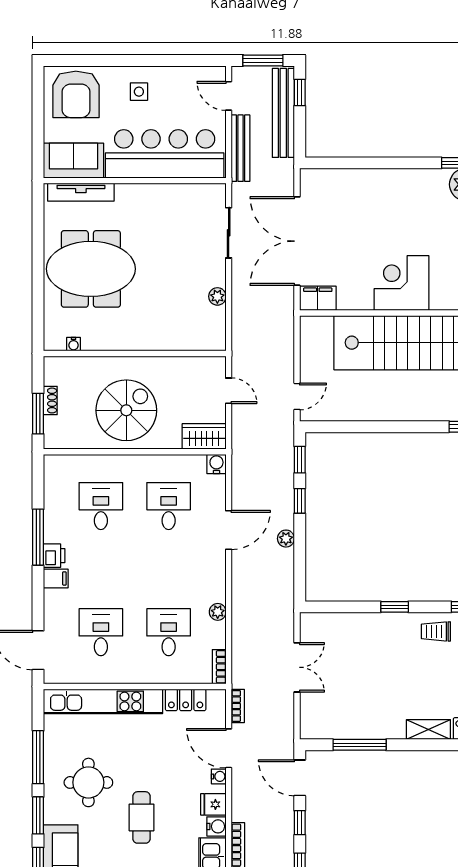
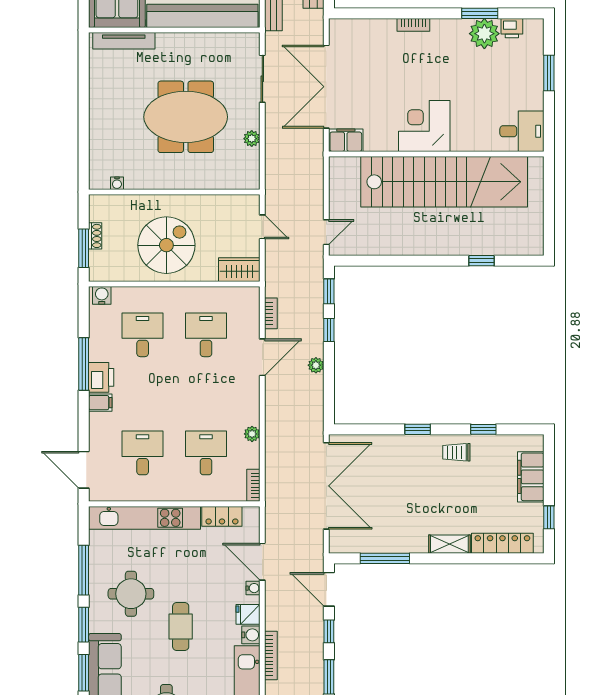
bookcase: (390, 175) -> (413, 25), added
meeting table: (91, 269) -> (186, 117), moved
water cooler: (216, 464) -> (102, 295), moved
printer: (54, 556) -> (101, 377), width x1.36, depth x1.24
double door: (297, 667) -> (326, 486), width x1.87
bookcase: (238, 706) -> (271, 313), moved

